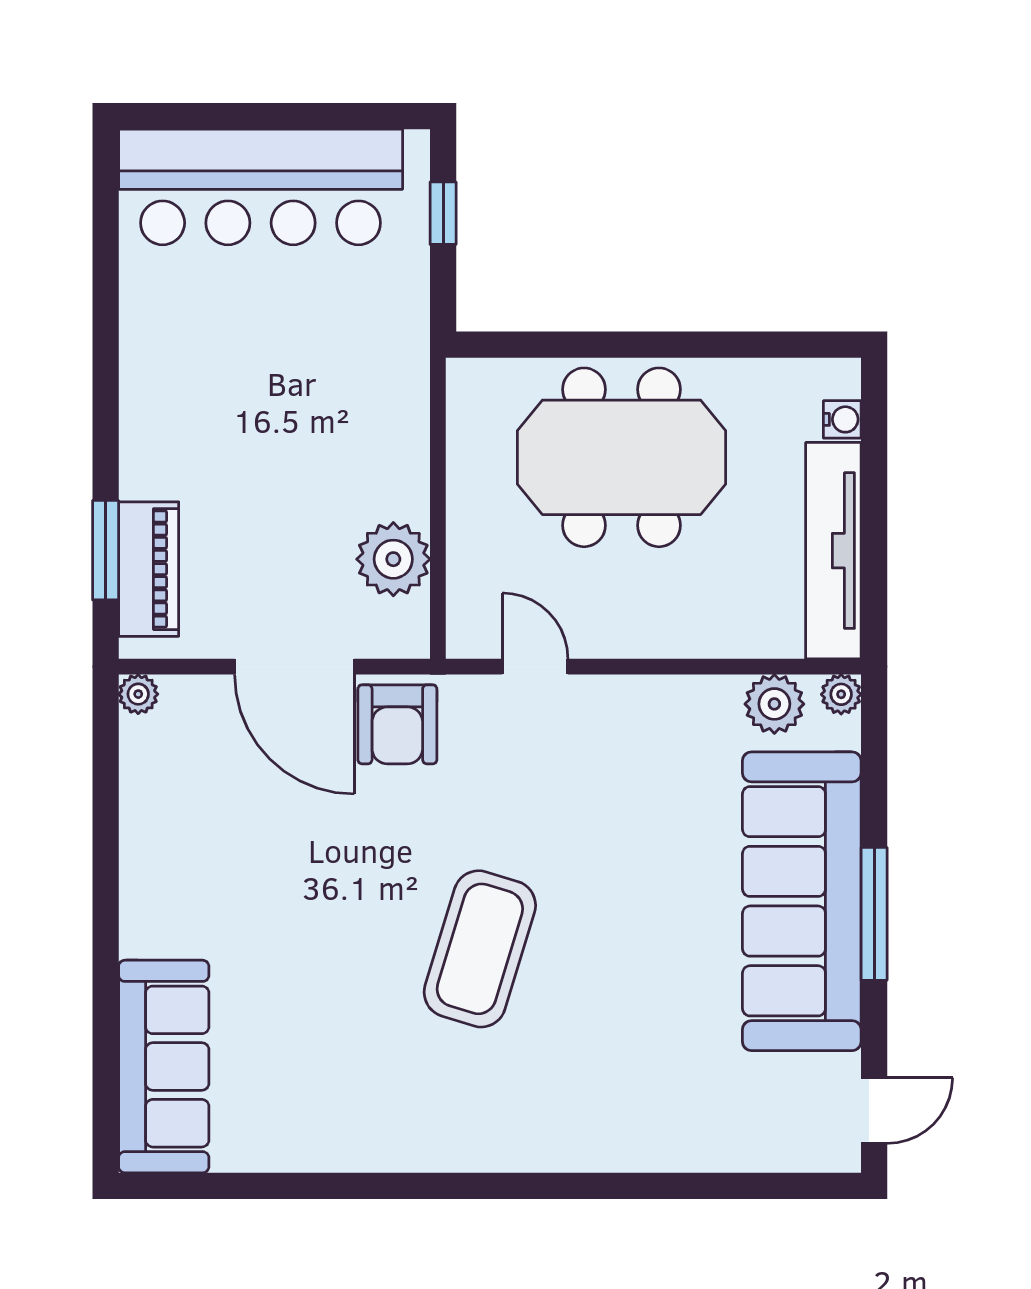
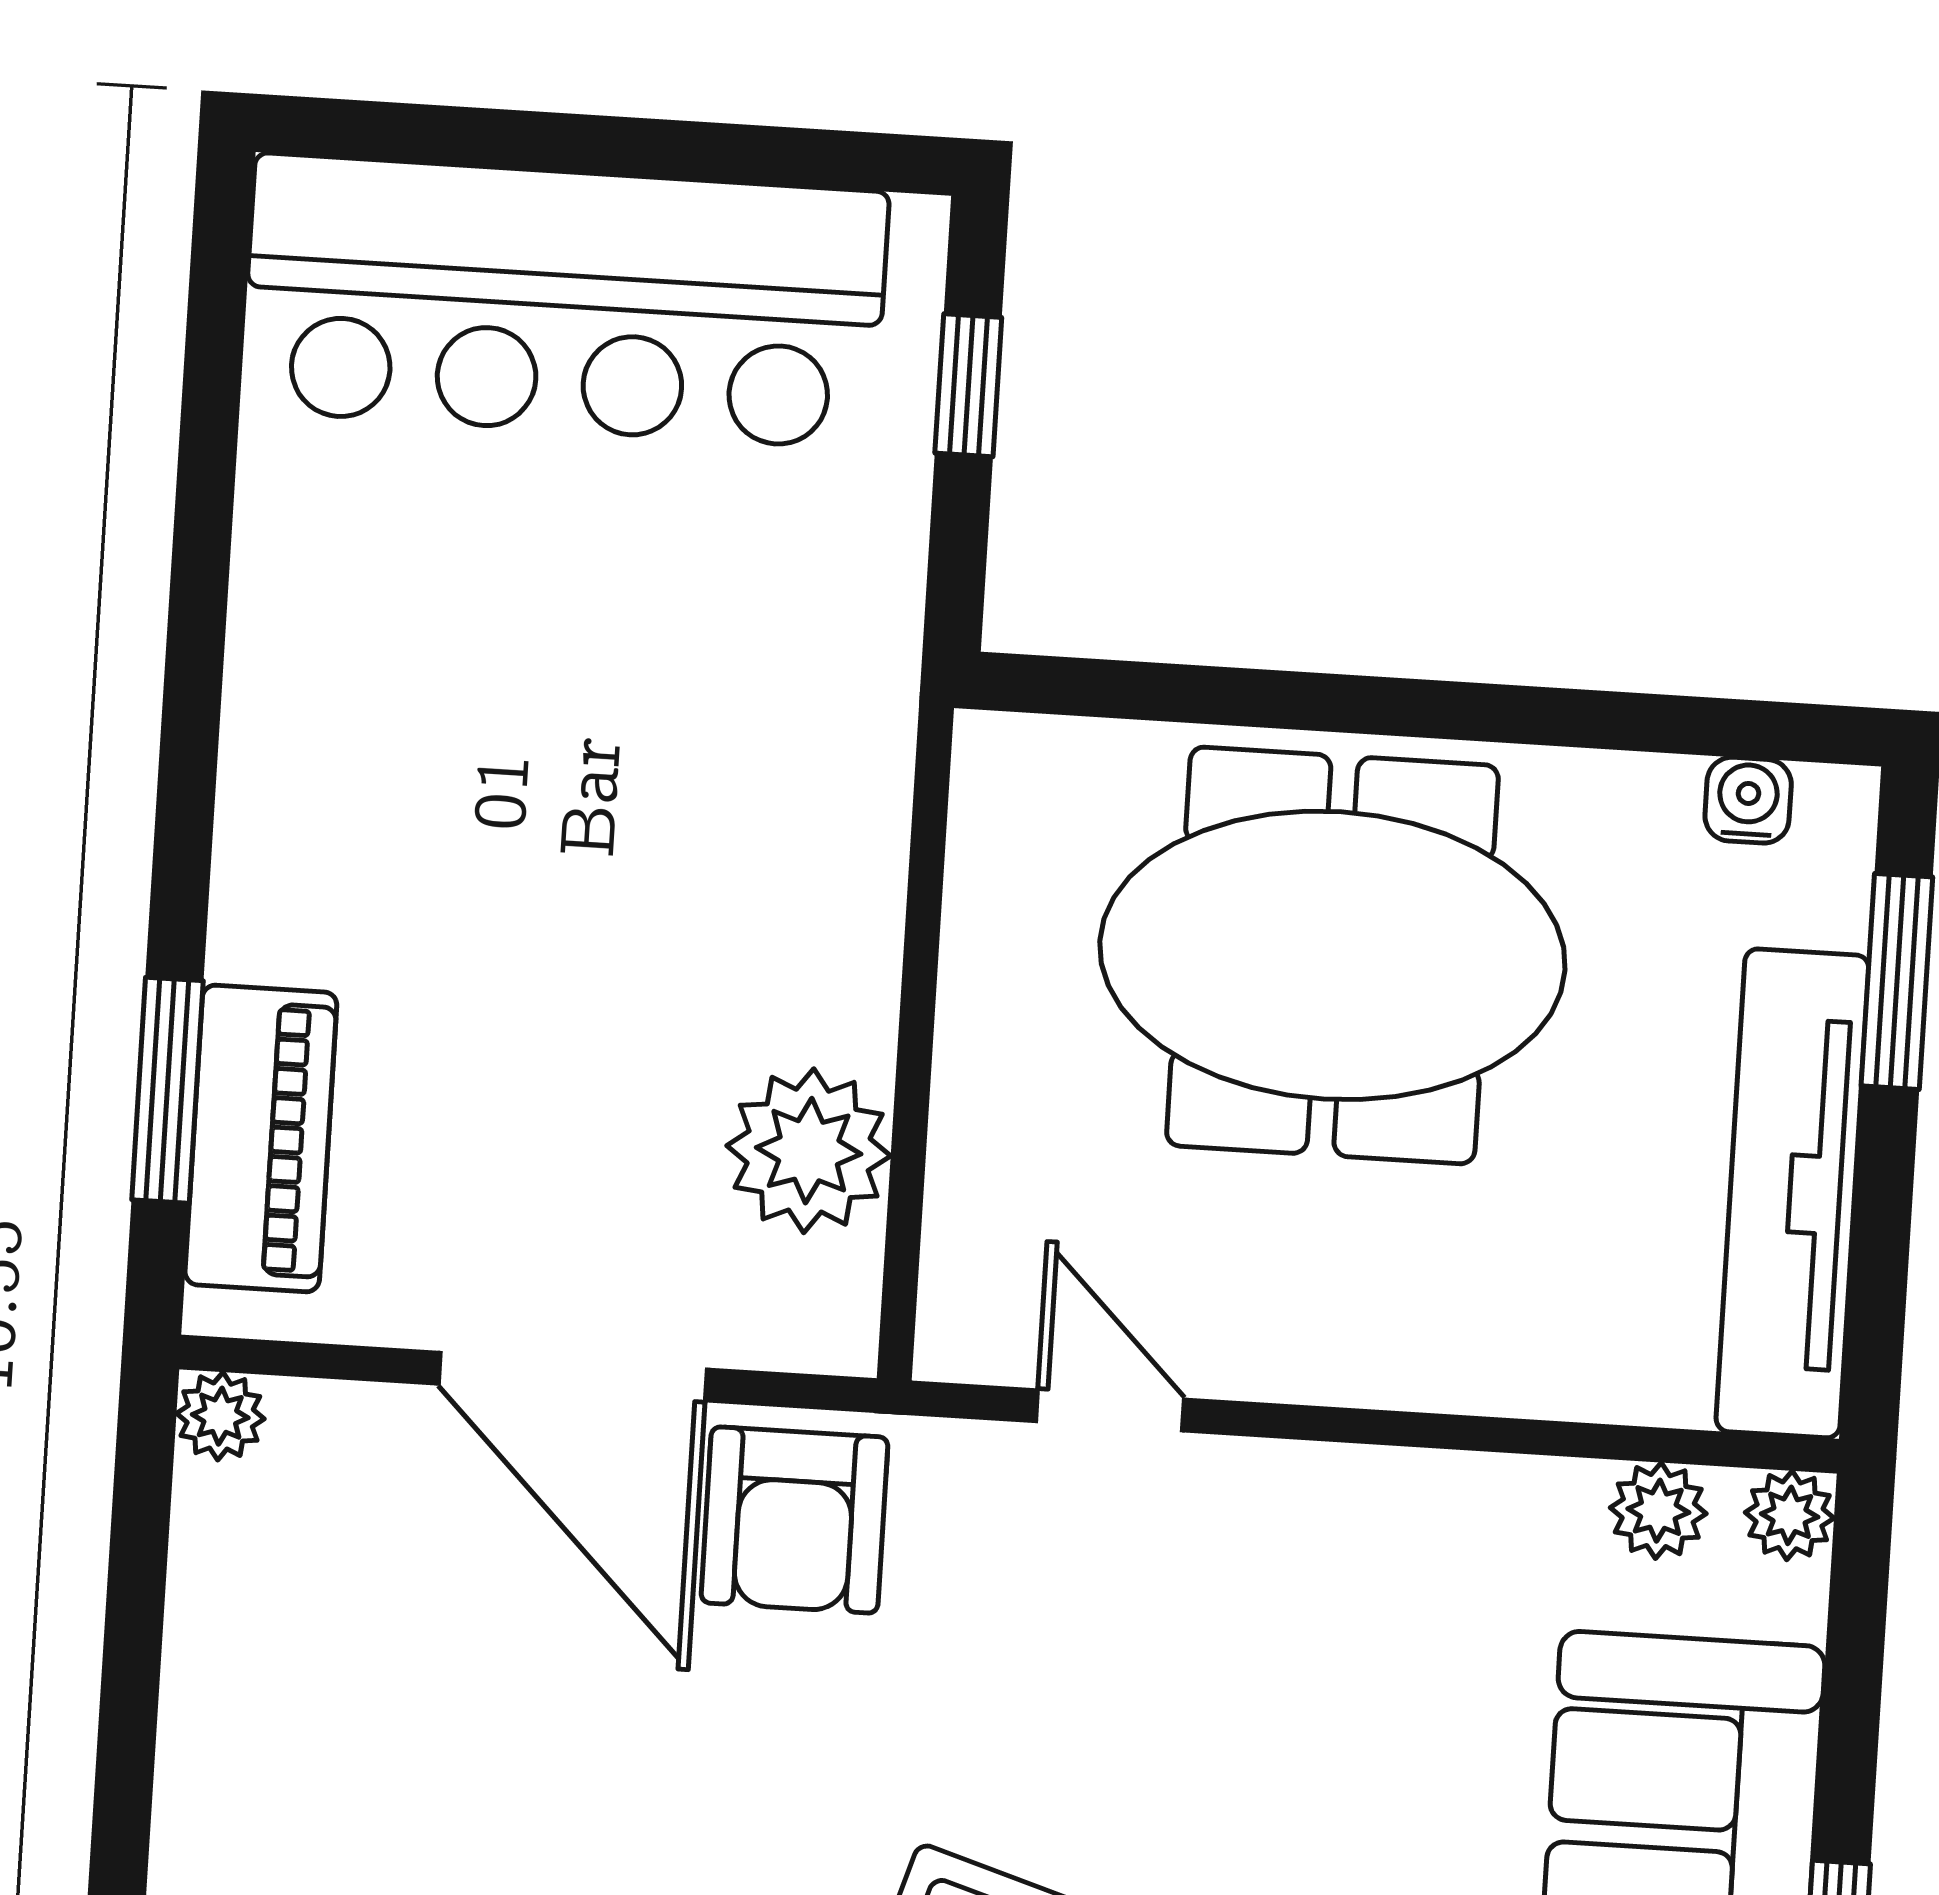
water cooler: (842, 419) -> (1748, 800), moved, turned -90
window: (874, 453) -> (1897, 981), added
plant: (774, 704) -> (1658, 1511), width x0.73, depth x0.73

